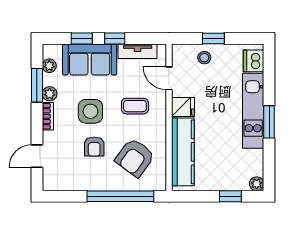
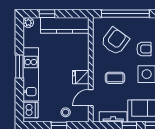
door: (169, 78) -> (91, 98), swing flipped
armchair: (94, 147) -> (144, 49), turned 90
kitchen counter: (183, 152) -> (65, 25), moved, turned -90

